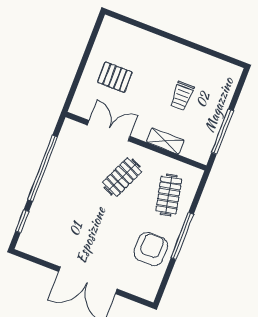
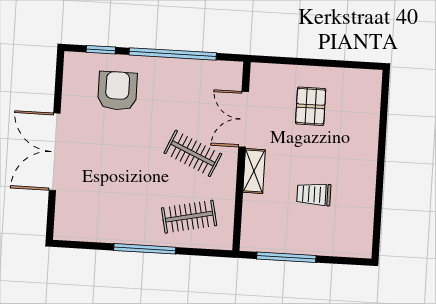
double door: (109, 131) -> (244, 119), swing flipped
shelving: (165, 141) -> (254, 171), moved
armchair: (151, 249) -> (117, 91), moved, turned -90

